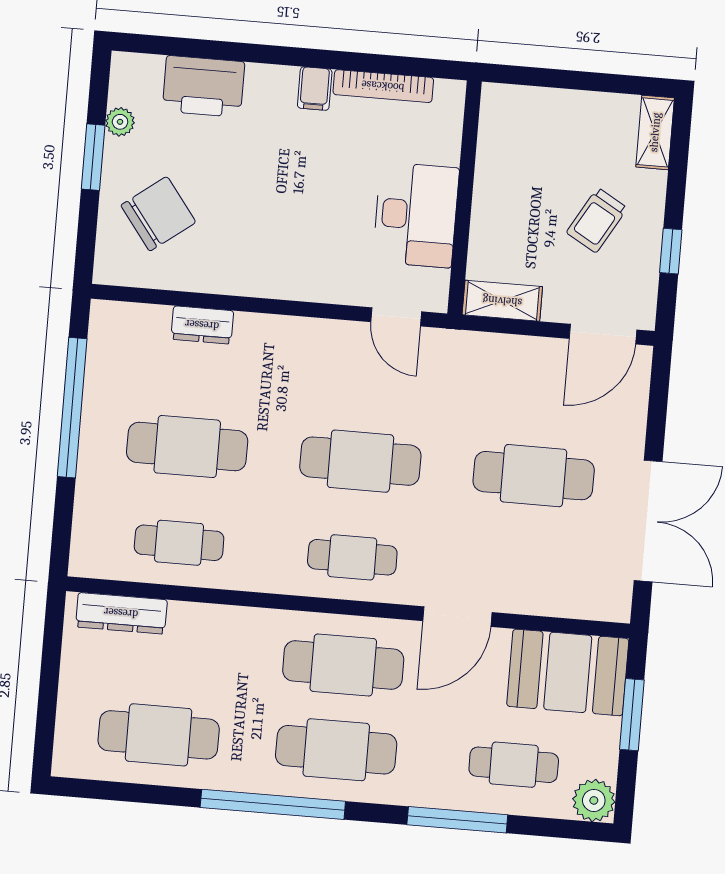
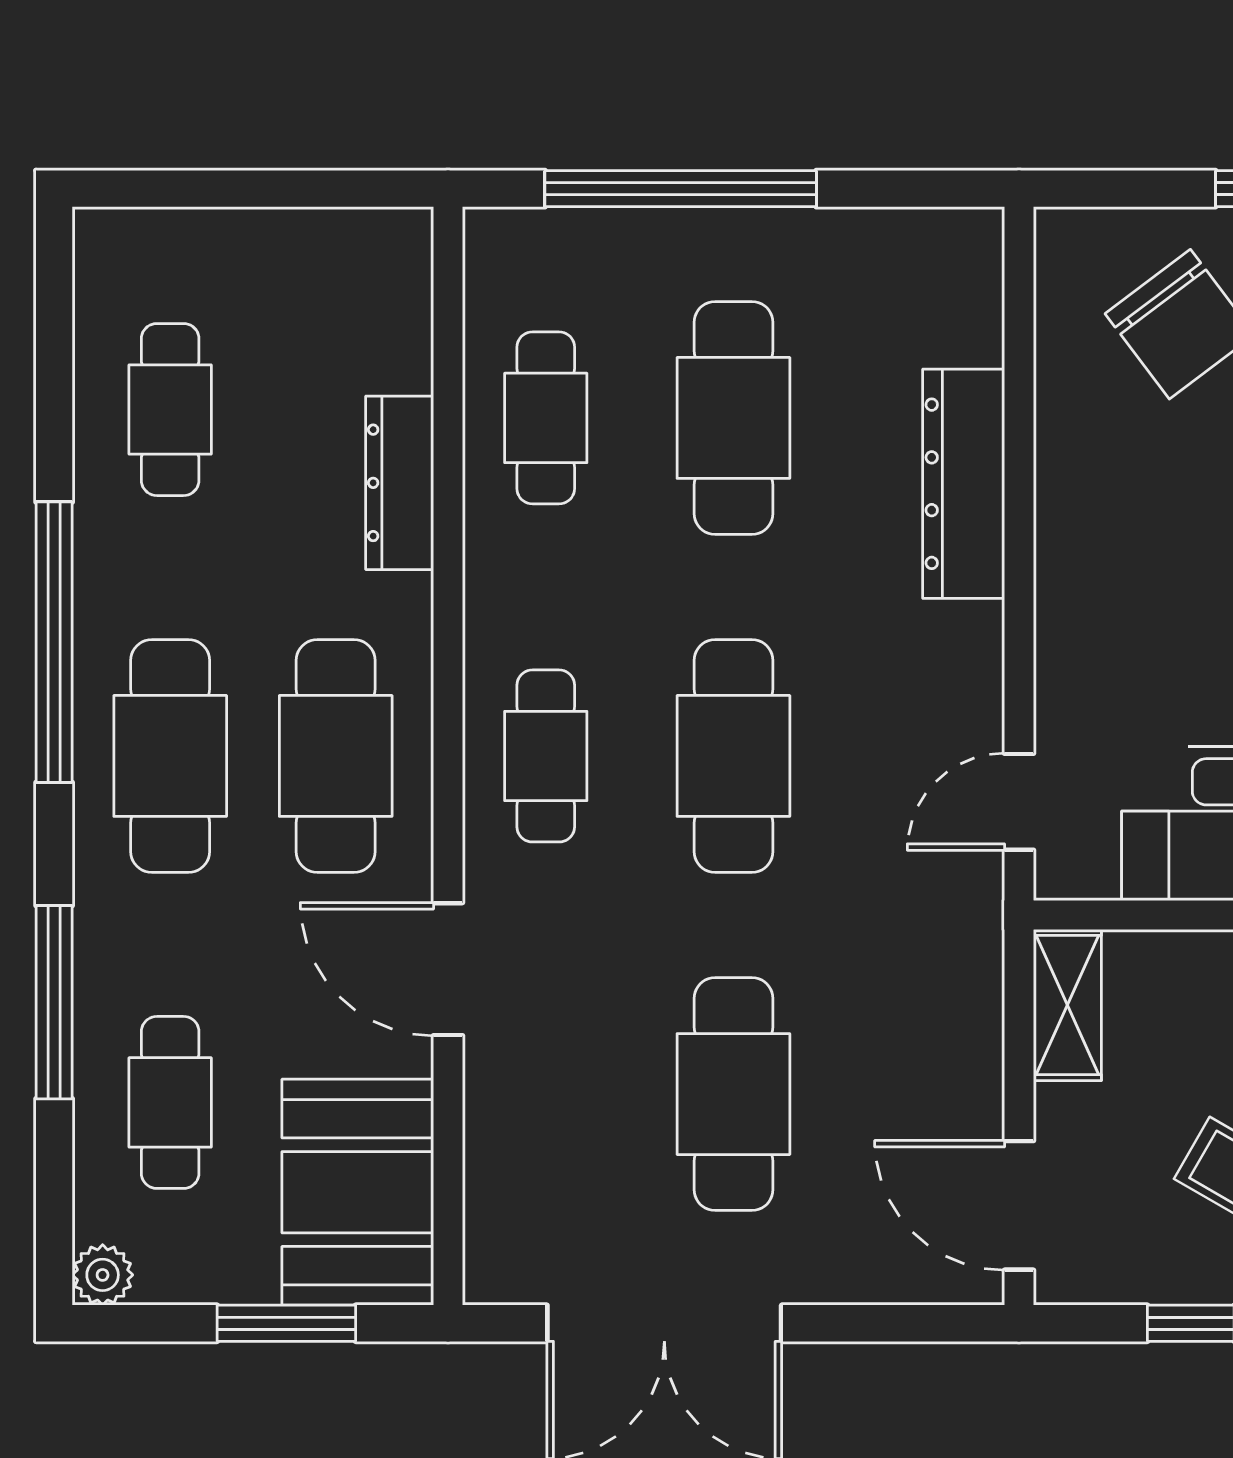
dresser: (202, 325) -> (964, 484), width x1.96, depth x1.24
window: (72, 408) -> (681, 189), moved
dresser: (121, 613) -> (400, 483), moved
cafe table: (159, 735) -> (170, 410), width x0.73, depth x0.74
plant: (594, 800) -> (103, 1275), width x0.73, depth x0.73

